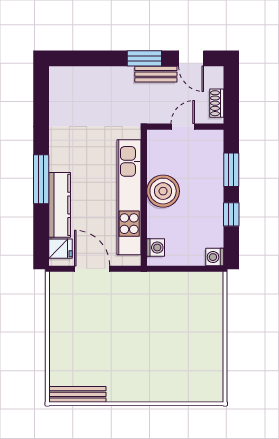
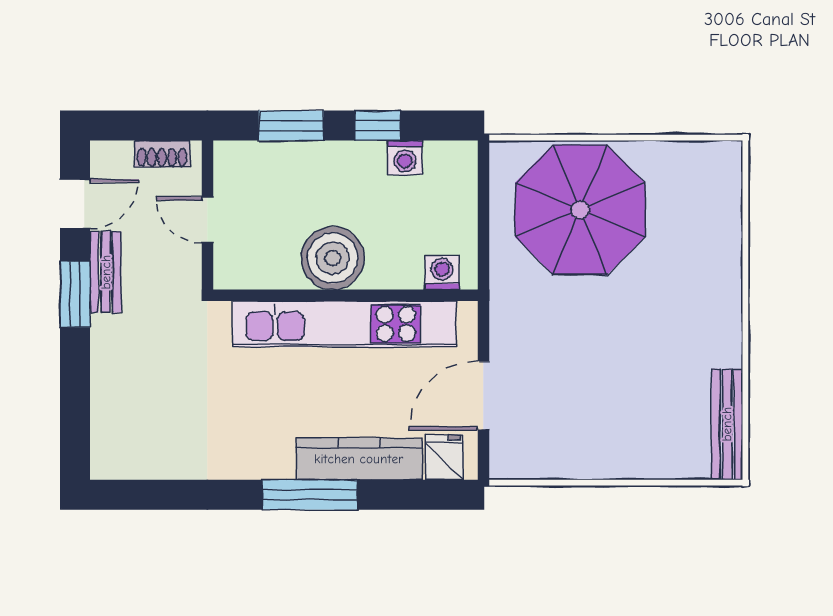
washing machine: (215, 257) -> (405, 158), moved
parasol: (188, 319) -> (580, 210), added

